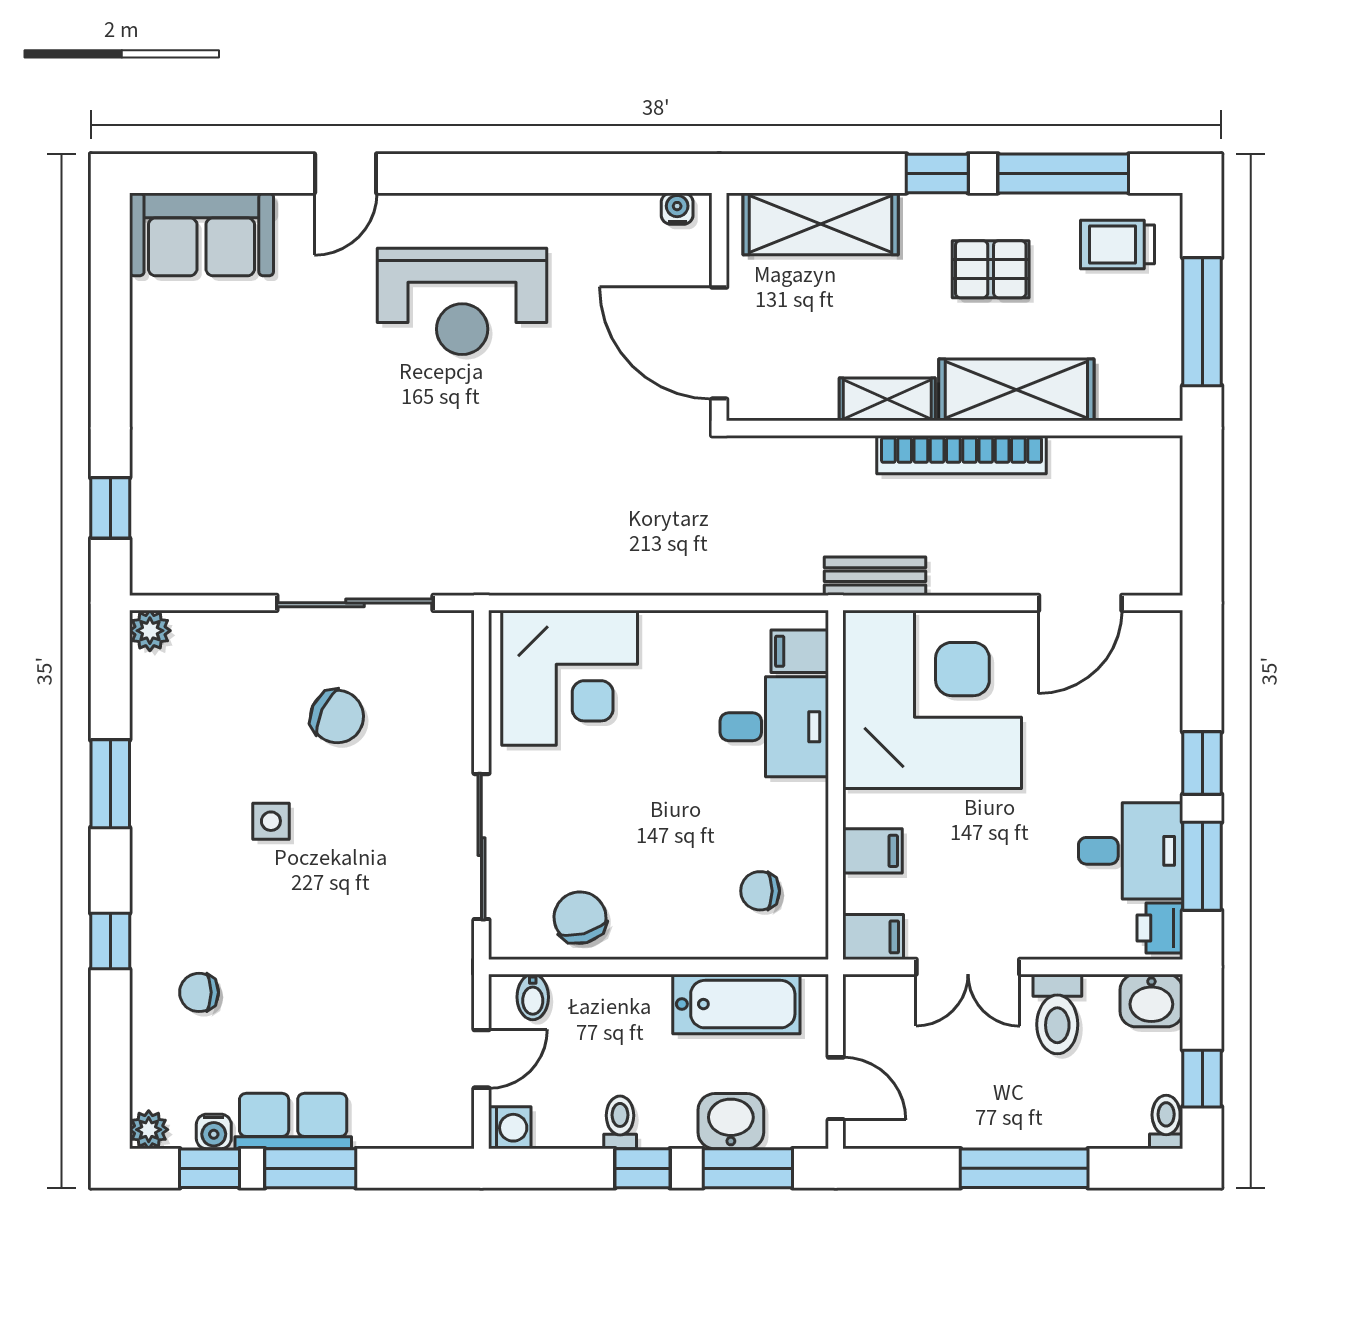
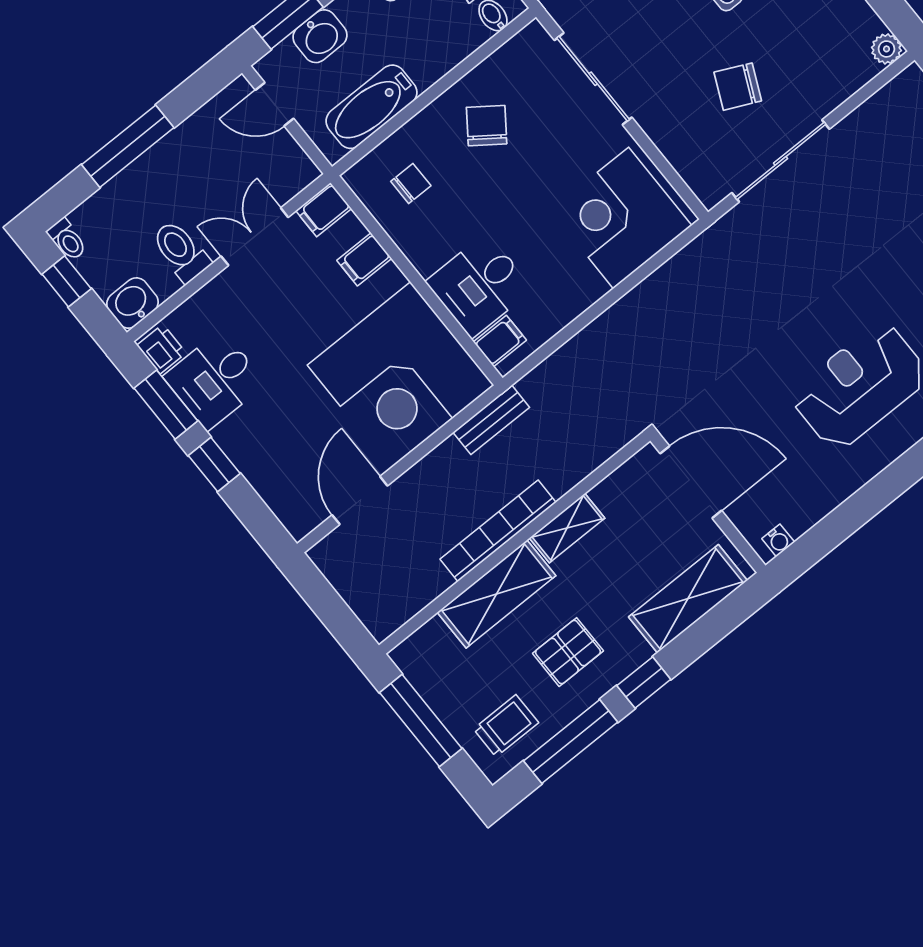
chair: (580, 918) -> (487, 126), moved, turned -129

